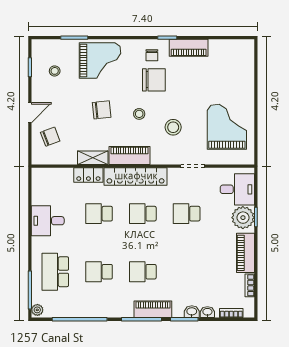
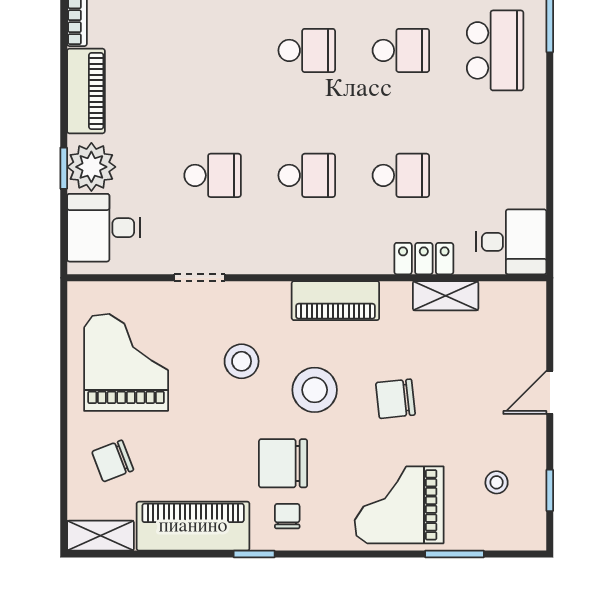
shelving: (239, 46) -> (100, 536), added
piano: (189, 48) -> (193, 526), width x1.37, depth x1.33
stool: (139, 114) -> (315, 390), width x1.89, depth x1.89
grand piano: (227, 127) -> (126, 362), turned 180
chair: (50, 137) -> (113, 461), moved
shelving: (93, 158) -> (446, 296), moved
locker: (136, 176) -> (323, 255), removed
desk: (48, 221) -> (511, 242), moved

